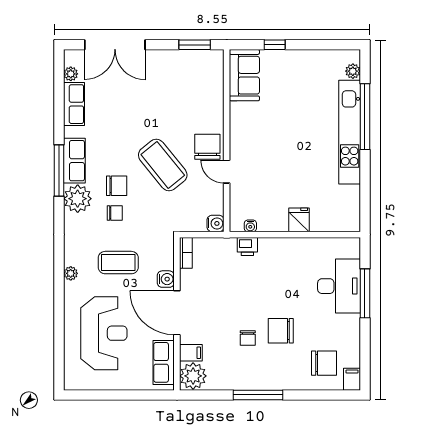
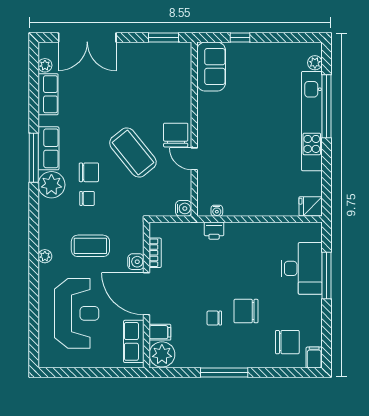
fridge: (299, 220) -> (311, 206), moved, turned -90
bookcase: (186, 253) -> (155, 253), moved
chair: (248, 338) -> (214, 318), turned 90

